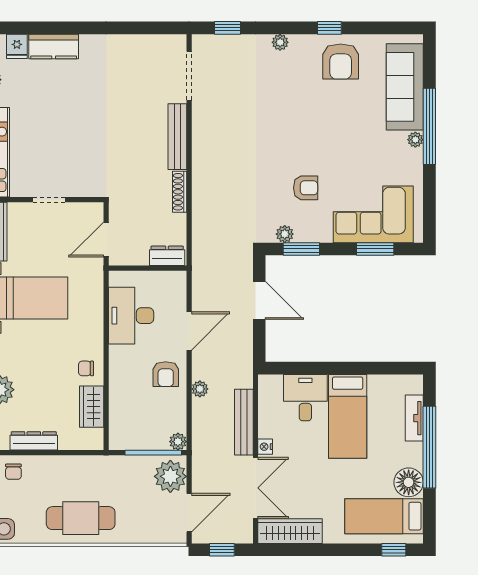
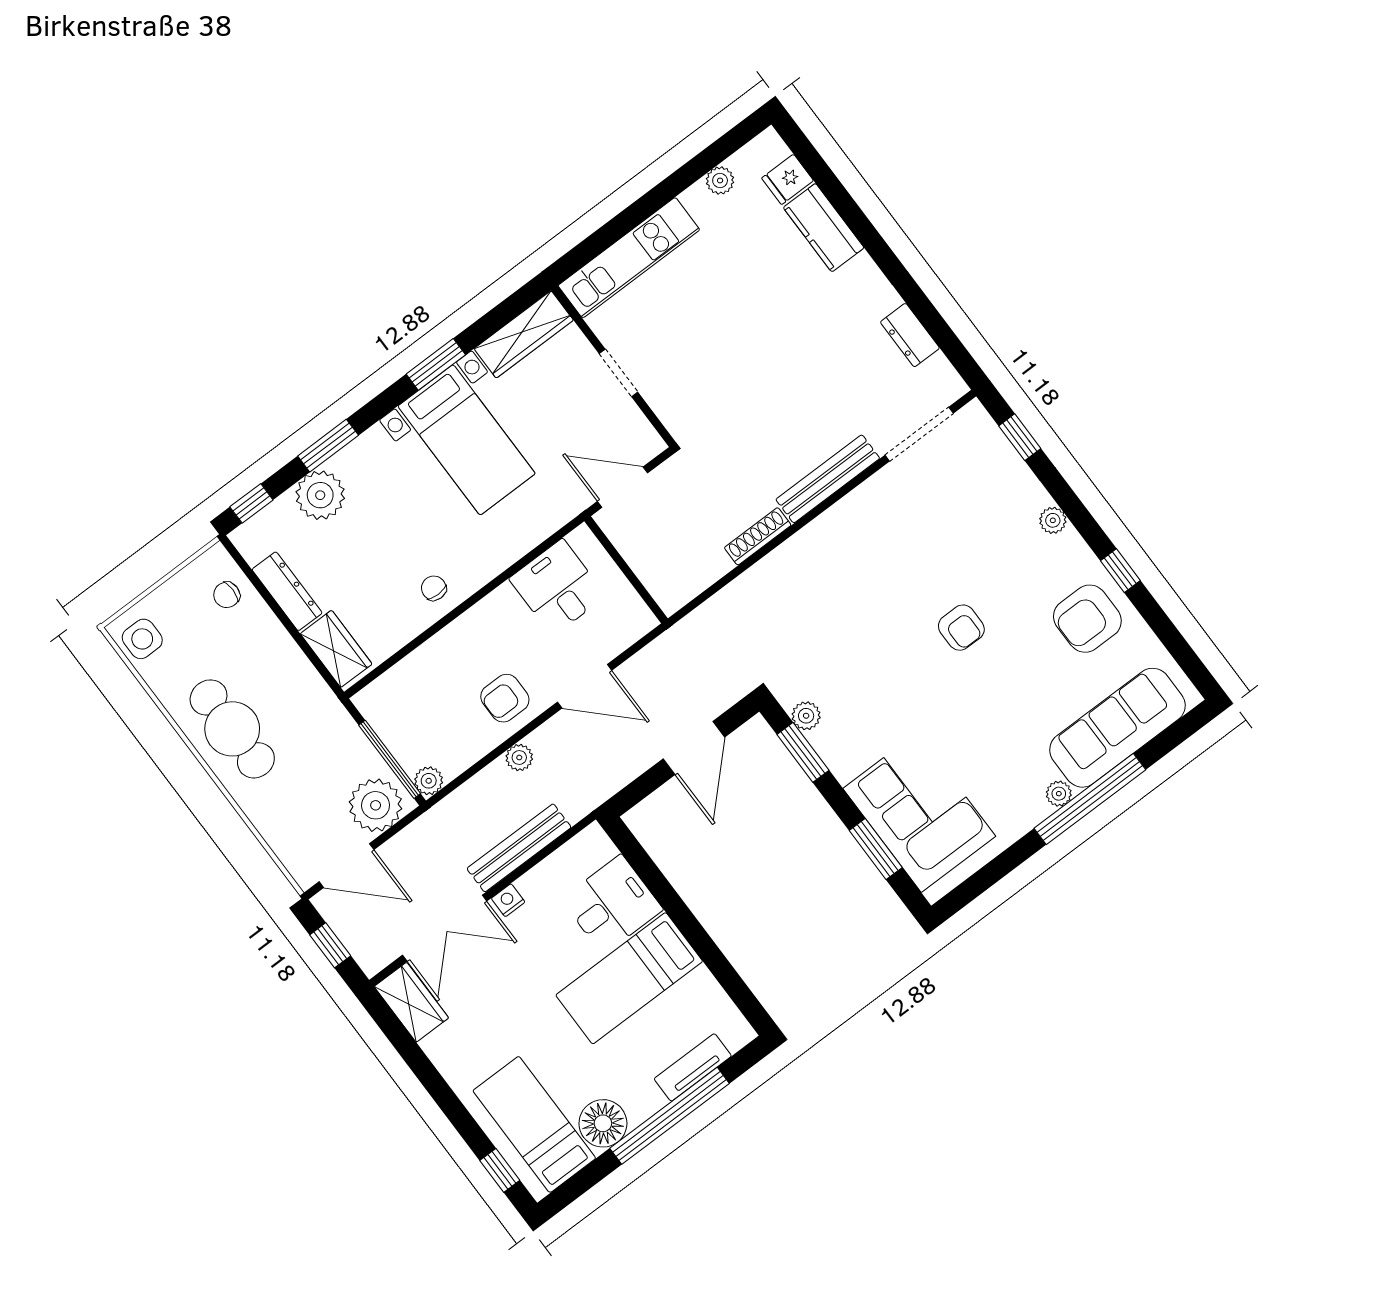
armchair: (306, 188) -> (961, 628), moved
dresser: (167, 256) -> (910, 335), moved, turned 180
desk: (131, 316) -> (557, 587), width x0.73
wardrobe: (92, 407) -> (336, 649), moved, turned 90
wardrobe: (290, 531) -> (411, 1002), width x0.67

